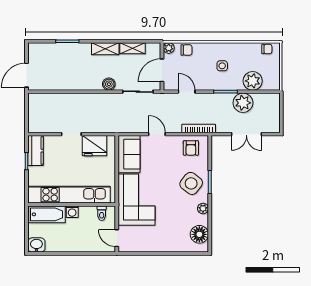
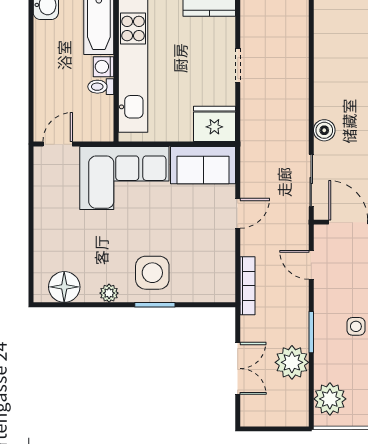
plant: (253, 81) -> (330, 399), moved
door: (187, 92) -> (311, 265), swing flipped
double door: (246, 134) -> (238, 368), swing flipped
fridge: (95, 146) -> (214, 124), moved, turned 90
armchair: (191, 148) -> (214, 272), removed
side table: (191, 183) -> (152, 273), turned -38
toilet: (102, 213) -> (101, 87), moved

